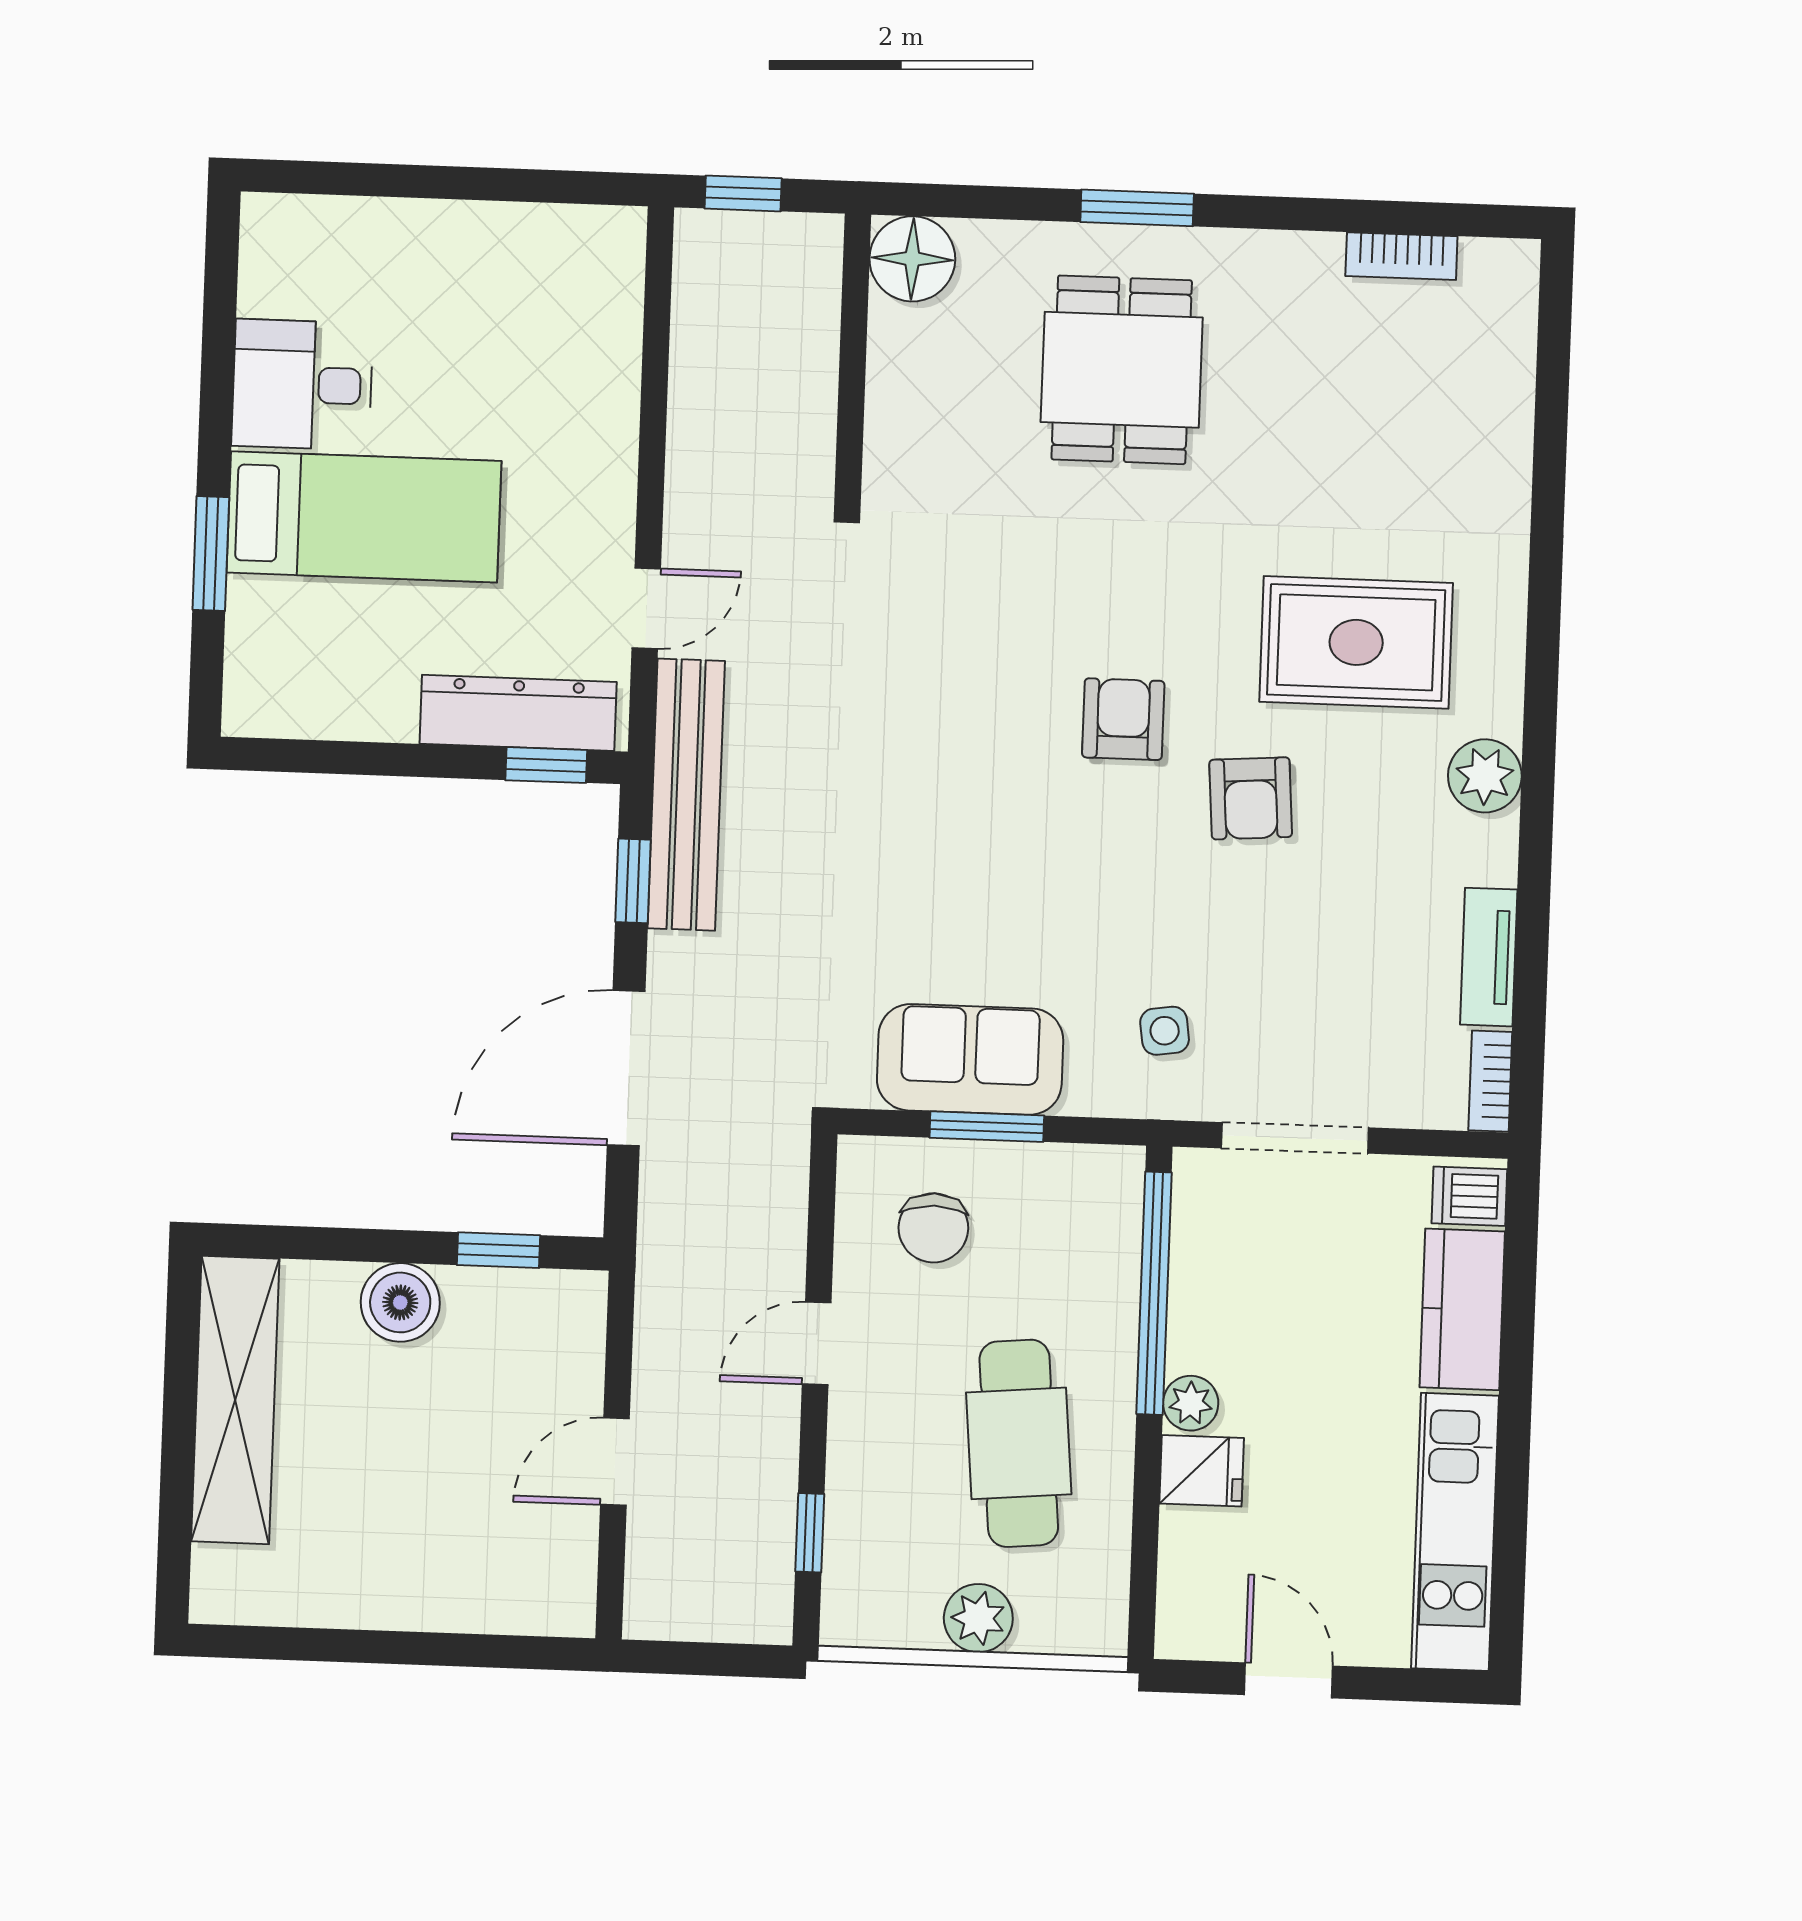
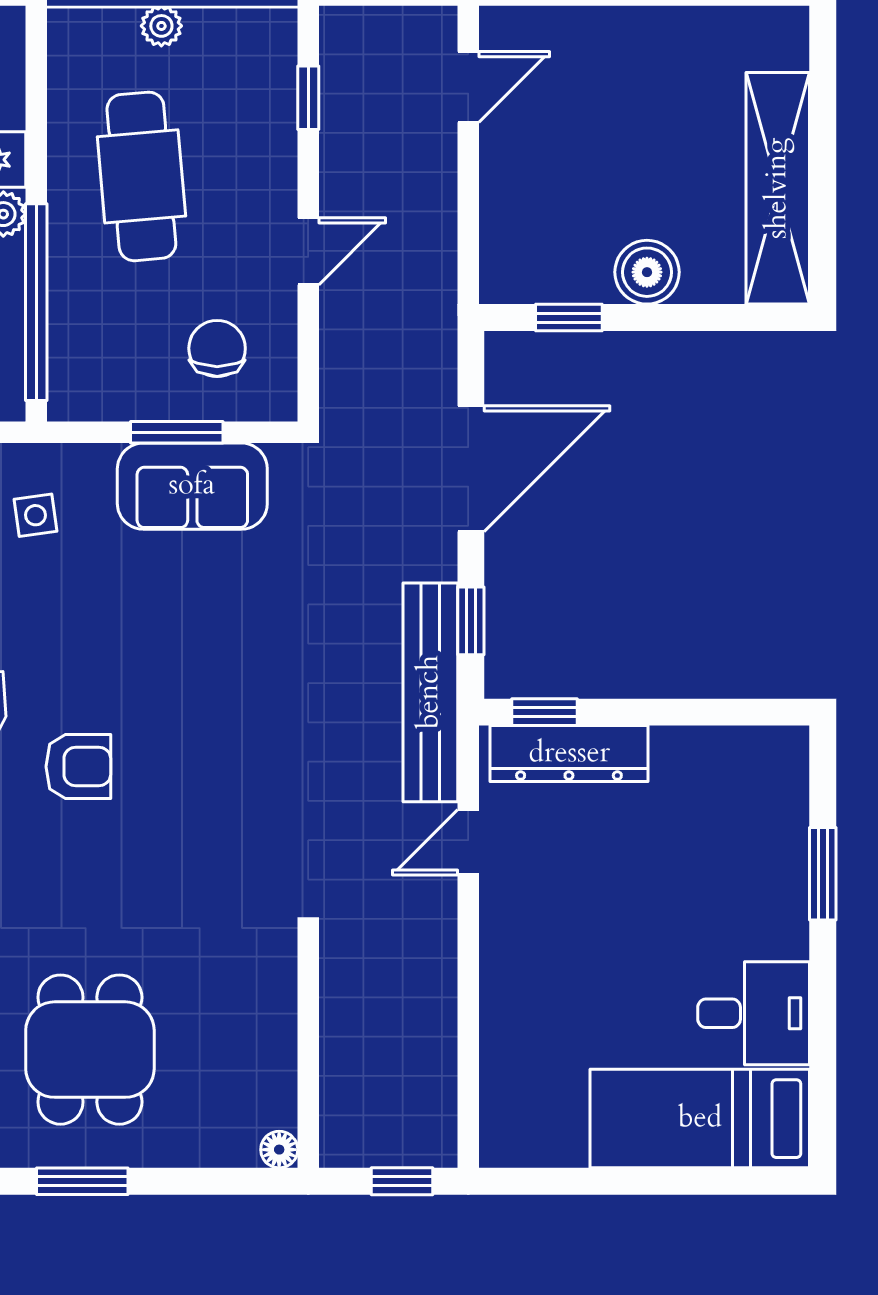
floor lamp: (912, 259) -> (279, 1150), width x0.53, depth x0.53
bed: (364, 517) -> (700, 1119), moved
armchair: (1123, 719) -> (78, 767), turned -90
door: (615, 1462) -> (468, 87), moved
plant: (978, 1618) -> (161, 26), width x0.73, depth x0.73

